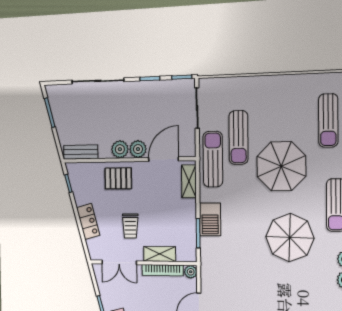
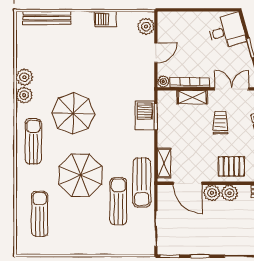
door: (164, 159) -> (188, 183), hinge flipped
barbecue: (210, 219) -> (145, 115), moved

